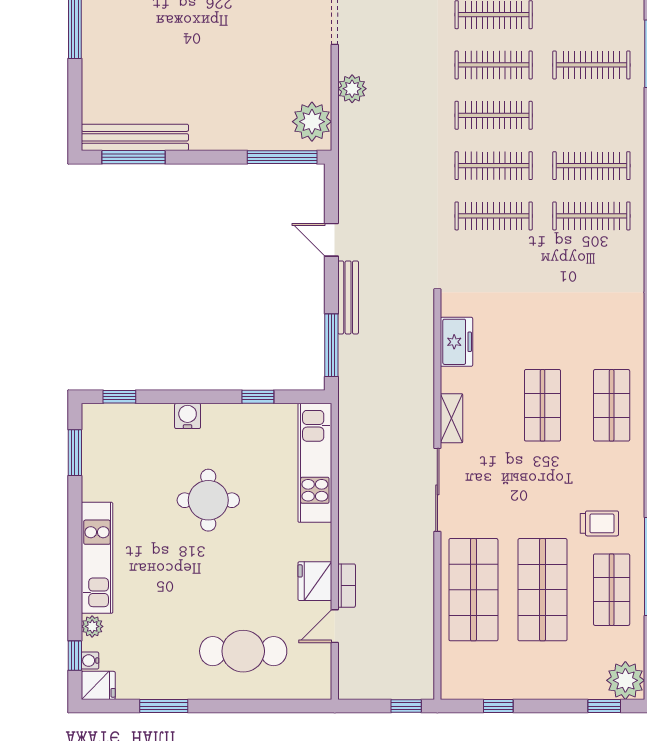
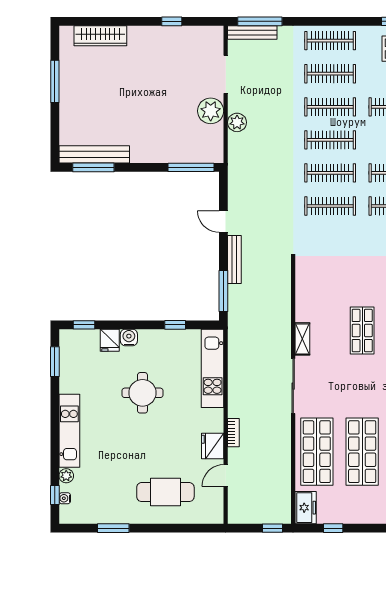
plant: (312, 122) -> (211, 111), moved
freezer: (456, 342) -> (306, 508), moved
bookcase: (347, 586) -> (233, 433), moved
fridge: (98, 685) -> (110, 340), moved, turned 90

